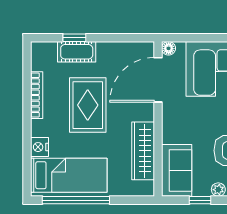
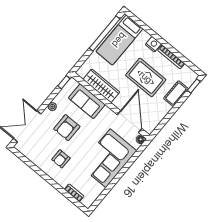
window: (74, 38) -> (194, 86), moved
nightstand: (39, 147) -> (153, 44), moved
sofa: (177, 170) -> (87, 101), moved
window: (200, 200) -> (64, 82), moved

